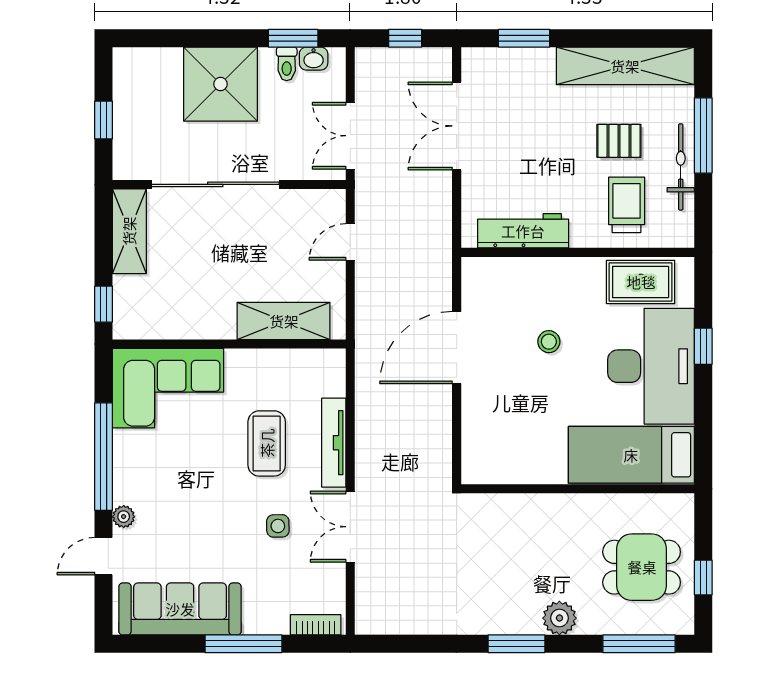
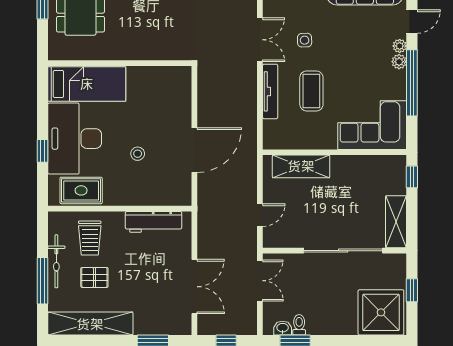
shower: (220, 84) -> (381, 312), moved
plant: (124, 491) -> (399, 62), added

